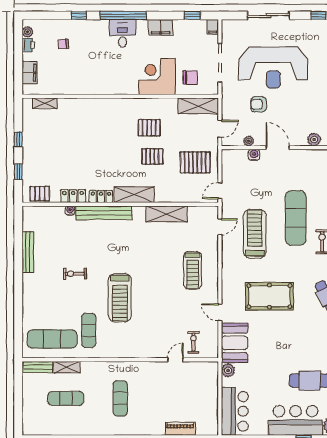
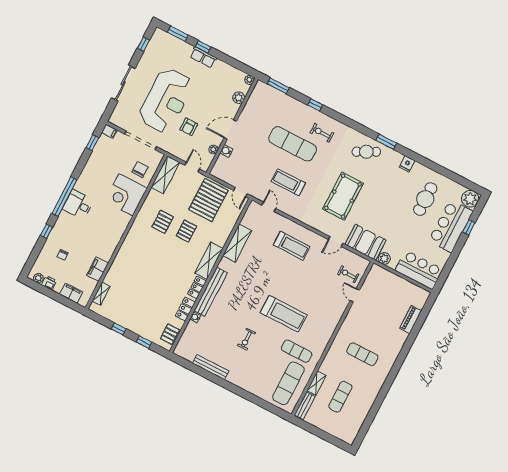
filing cabinet: (161, 27) -> (97, 269), moved, turned 180
pallet: (195, 162) -> (208, 200), width x1.37, depth x1.41
treadmill: (255, 234) -> (288, 182), width x0.73, depth x0.73

